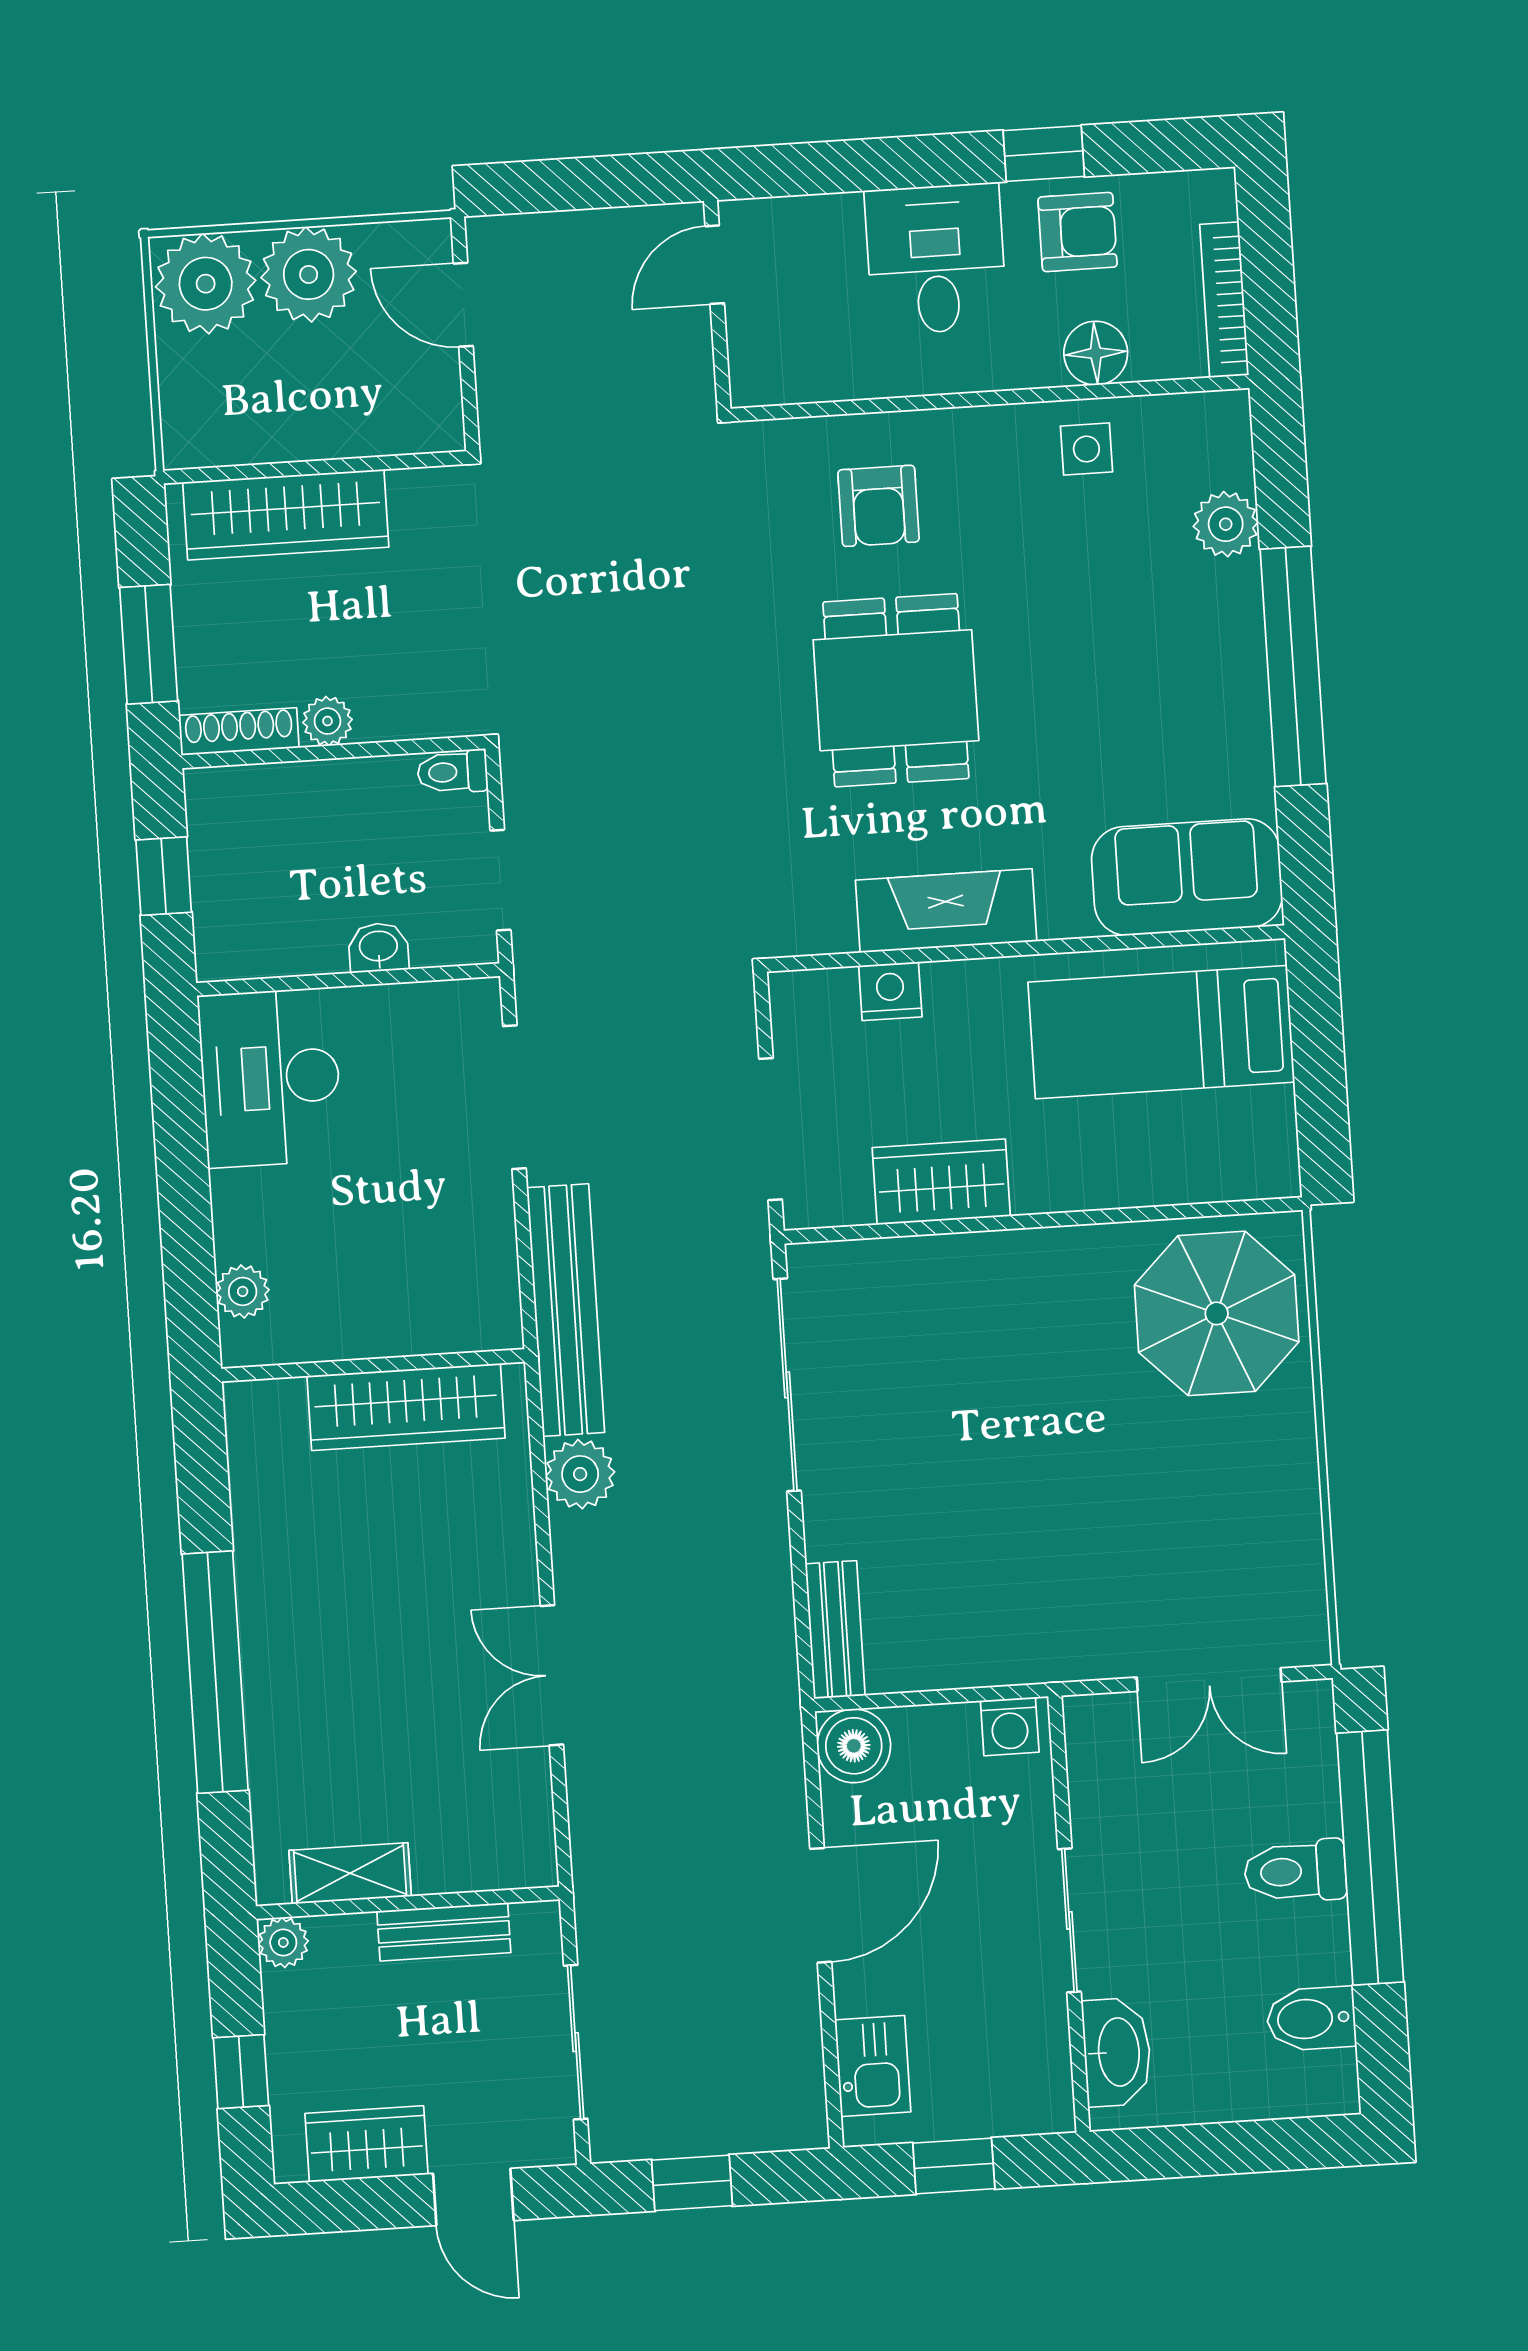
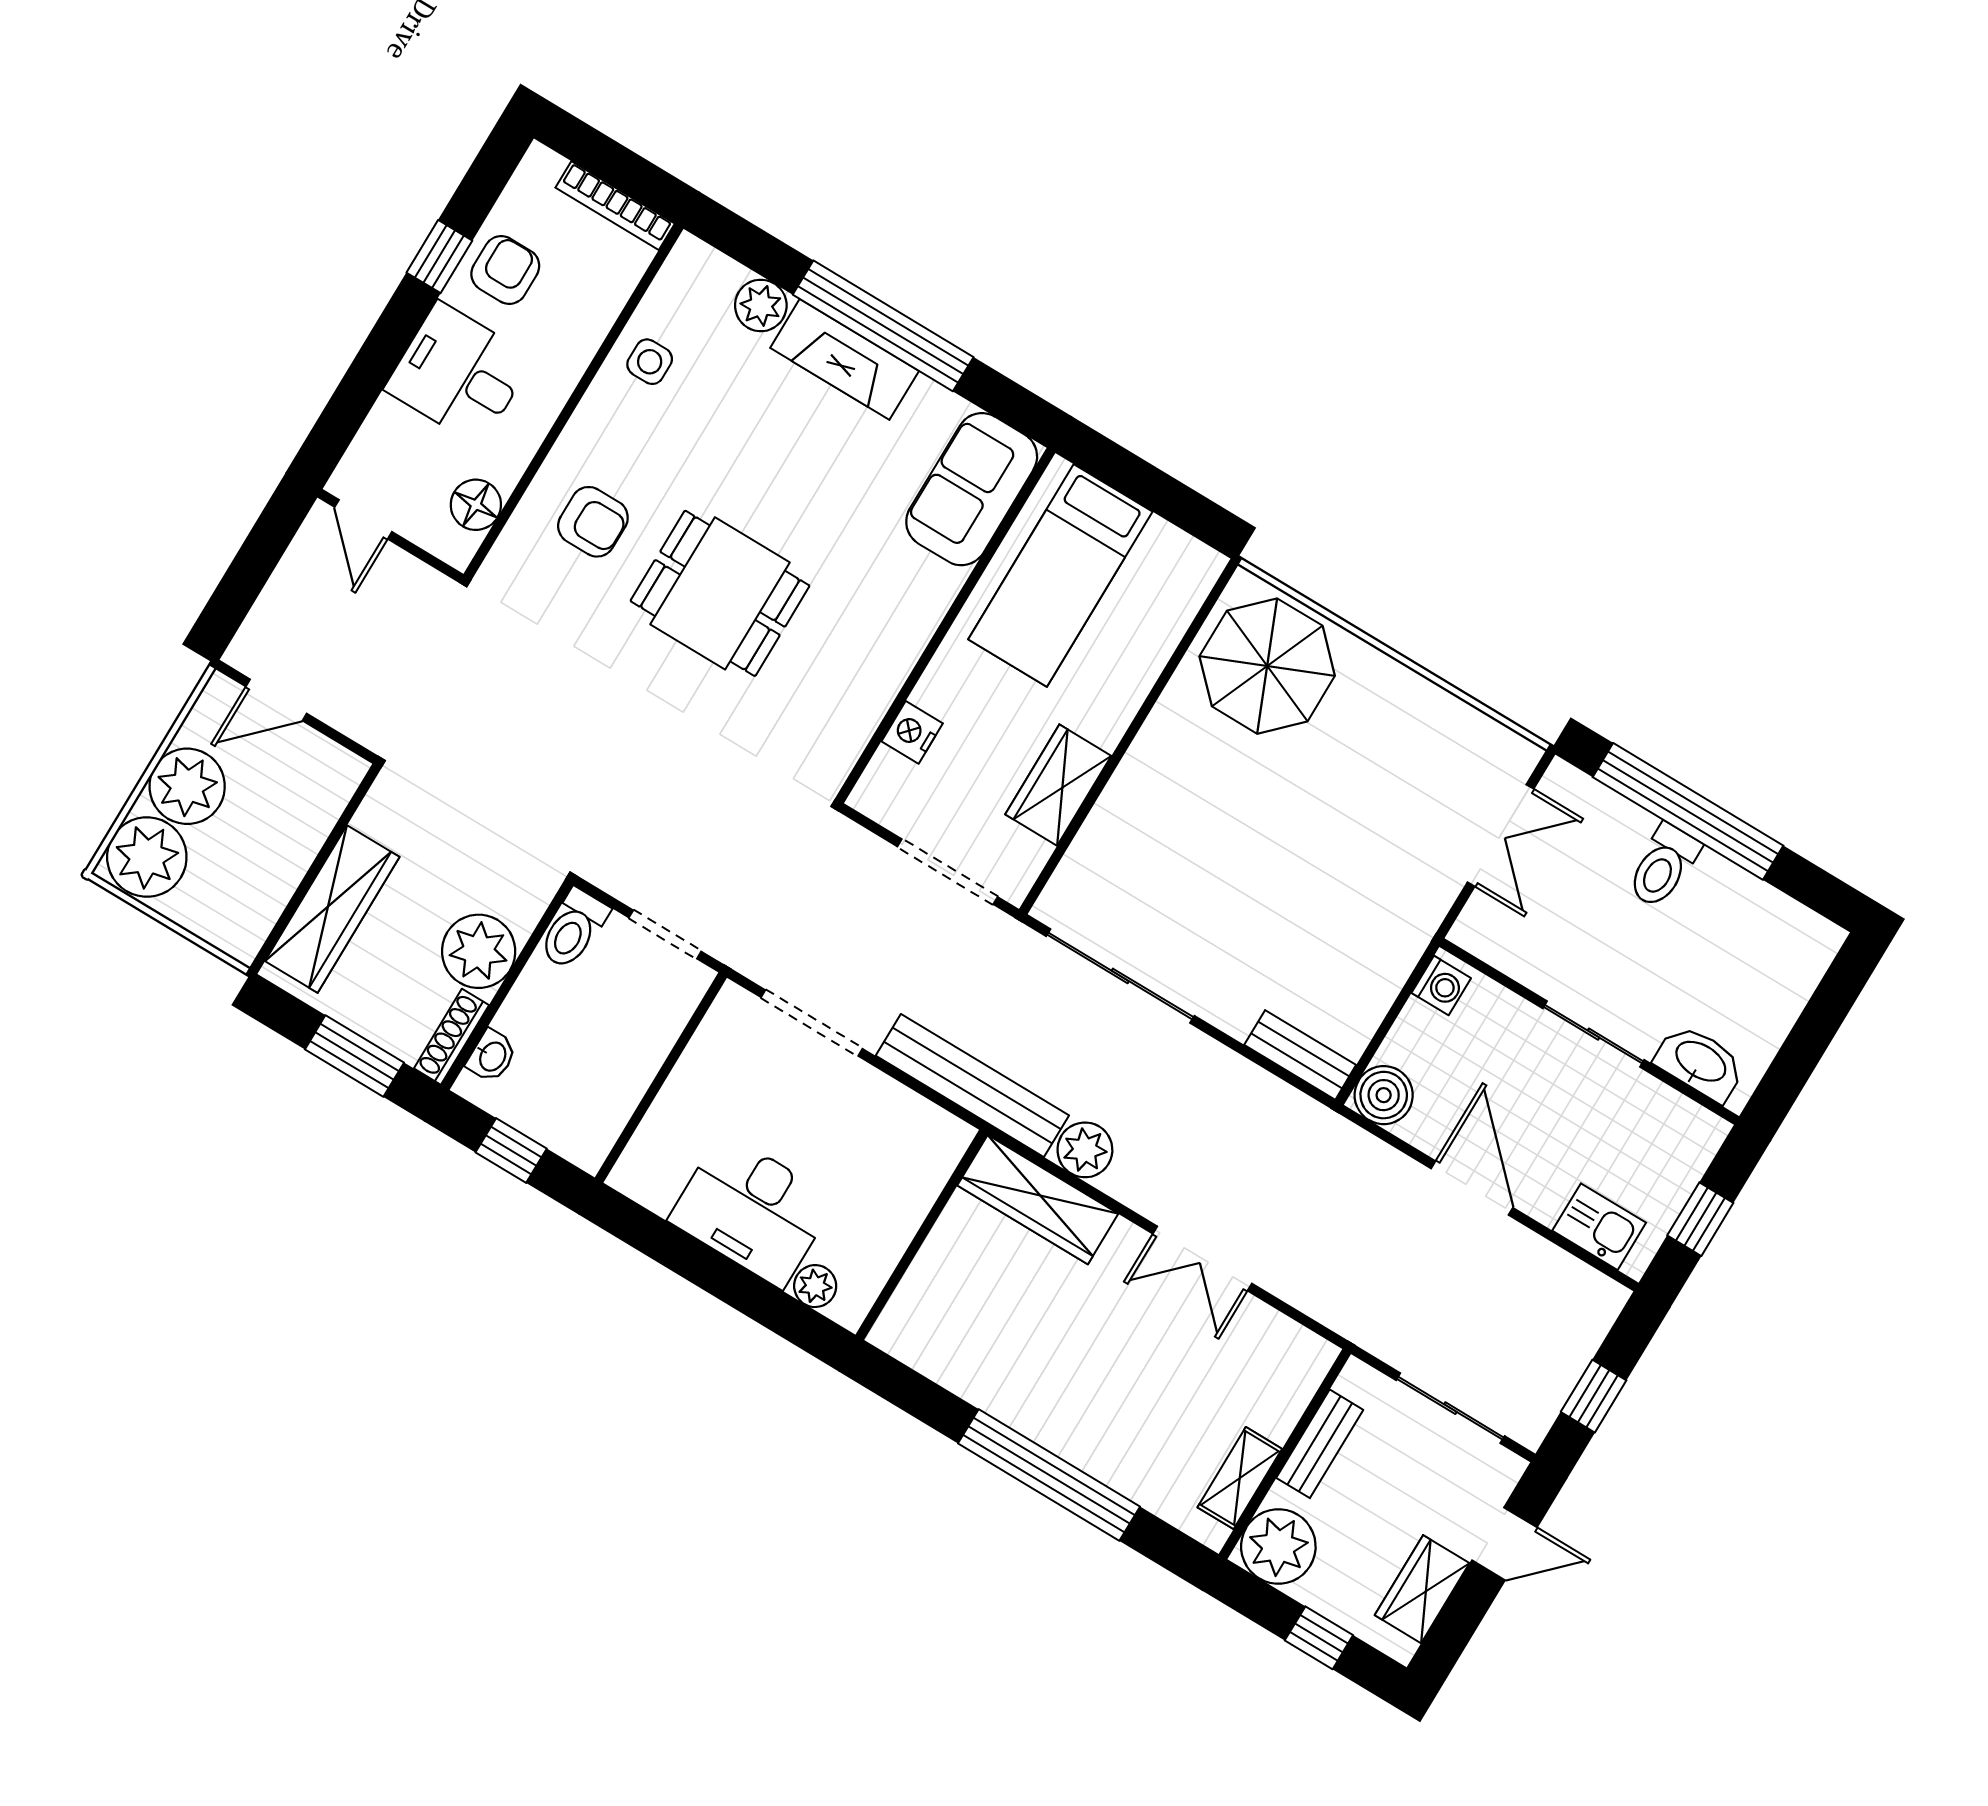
floor lamp: (1096, 353) -> (476, 505), moved
plant: (327, 721) -> (479, 951), width x1.87, depth x1.87
toilet: (452, 772) -> (573, 929), width x1.37, depth x1.39
fireplace: (946, 911) -> (845, 359), moved, turned -90
washbasin: (378, 947) -> (492, 1056), moved, turned 180
desk: (270, 1078) -> (752, 1210), moved
wardrobe: (406, 1407) -> (1038, 1200), moved, turned 90
plant: (283, 1942) -> (1278, 1546), width x1.88, depth x1.88
bidet: (1311, 2019) -> (1766, 922), removed

